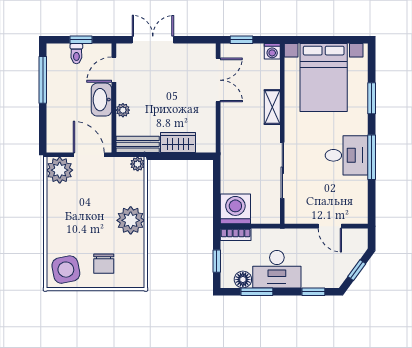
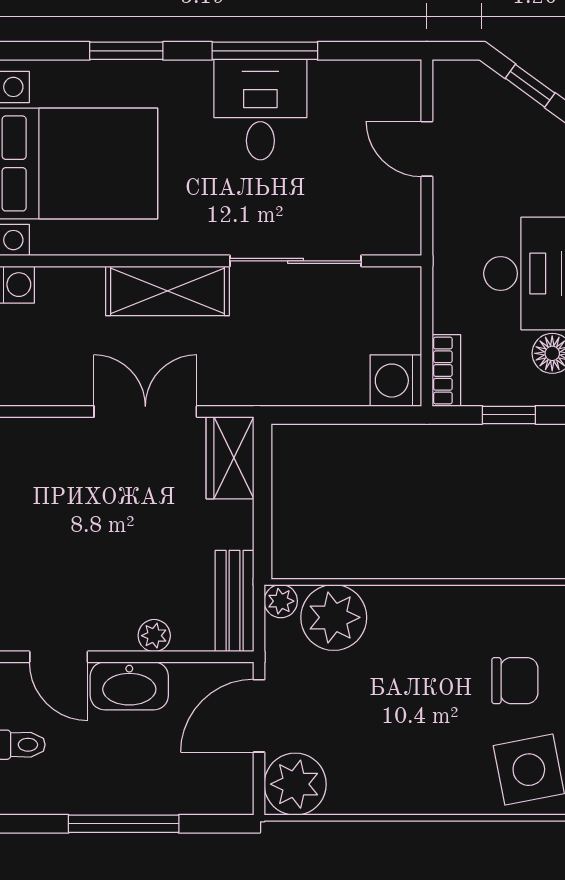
window: (43, 80) -> (124, 824), moved
double door: (218, 80) -> (145, 411), moved
shelving: (272, 107) -> (167, 291), width x1.50, depth x1.33
wardrobe: (178, 142) -> (230, 458), moved
washing machine: (235, 209) -> (396, 381), width x0.73, depth x0.73
plant: (131, 220) -> (334, 617), moved
door: (330, 226) -> (427, 149), swing flipped

